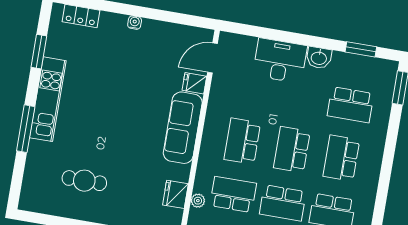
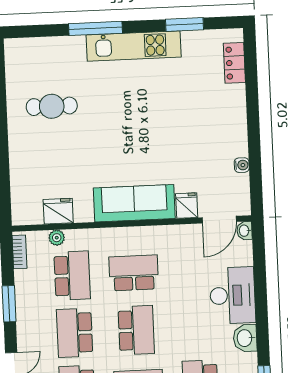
water cooler: (135, 23) -> (242, 165), moved
washbasin: (227, 38) -> (244, 231), added
door: (213, 58) -> (219, 220), swing flipped
school desk: (292, 150) -> (136, 330), turned 90
cafe table: (84, 181) -> (52, 106), turned 90

